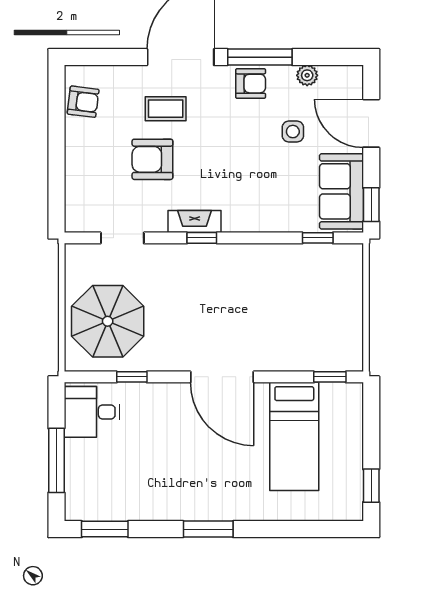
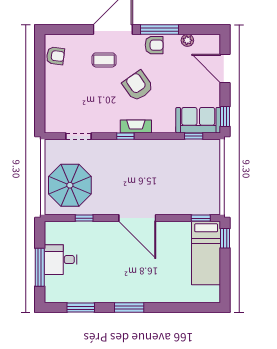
side table: (293, 132) -> (179, 73), removed
armchair: (152, 159) -> (138, 86), moved, turned 55
sofa: (341, 191) -> (198, 120), moved, turned 90
fireplace: (195, 221) -> (136, 126), moved
desk: (92, 412) -> (61, 260), moved
bed: (294, 436) -> (206, 253), moved
window: (371, 486) -> (225, 238), moved
window: (105, 529) -> (81, 308), moved

